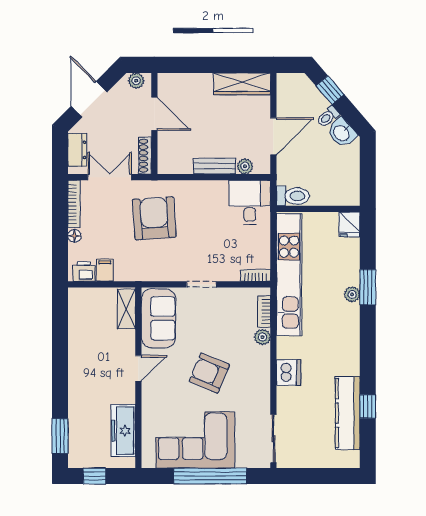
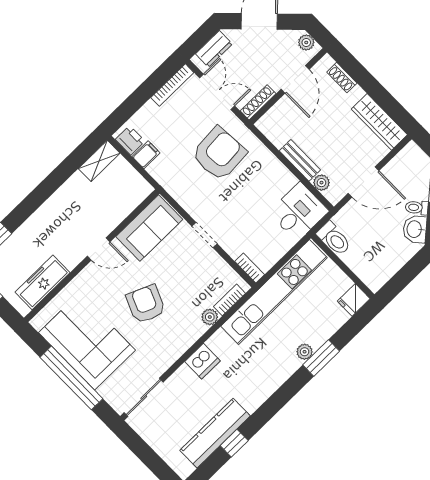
shoe rack: (185, 80) -> (342, 78), added
floor lamp: (74, 236) -> (149, 108), removed
shelving: (126, 309) -> (99, 161), moved

